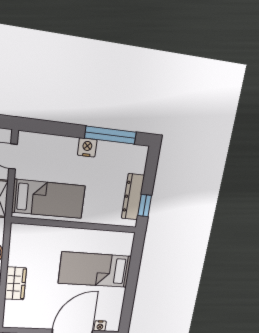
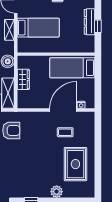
wall: (75, 225) -> (56, 54), moved

